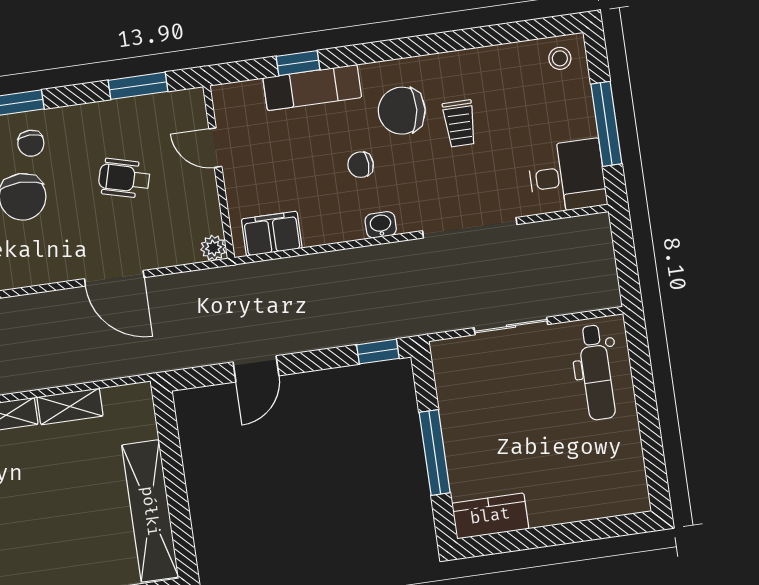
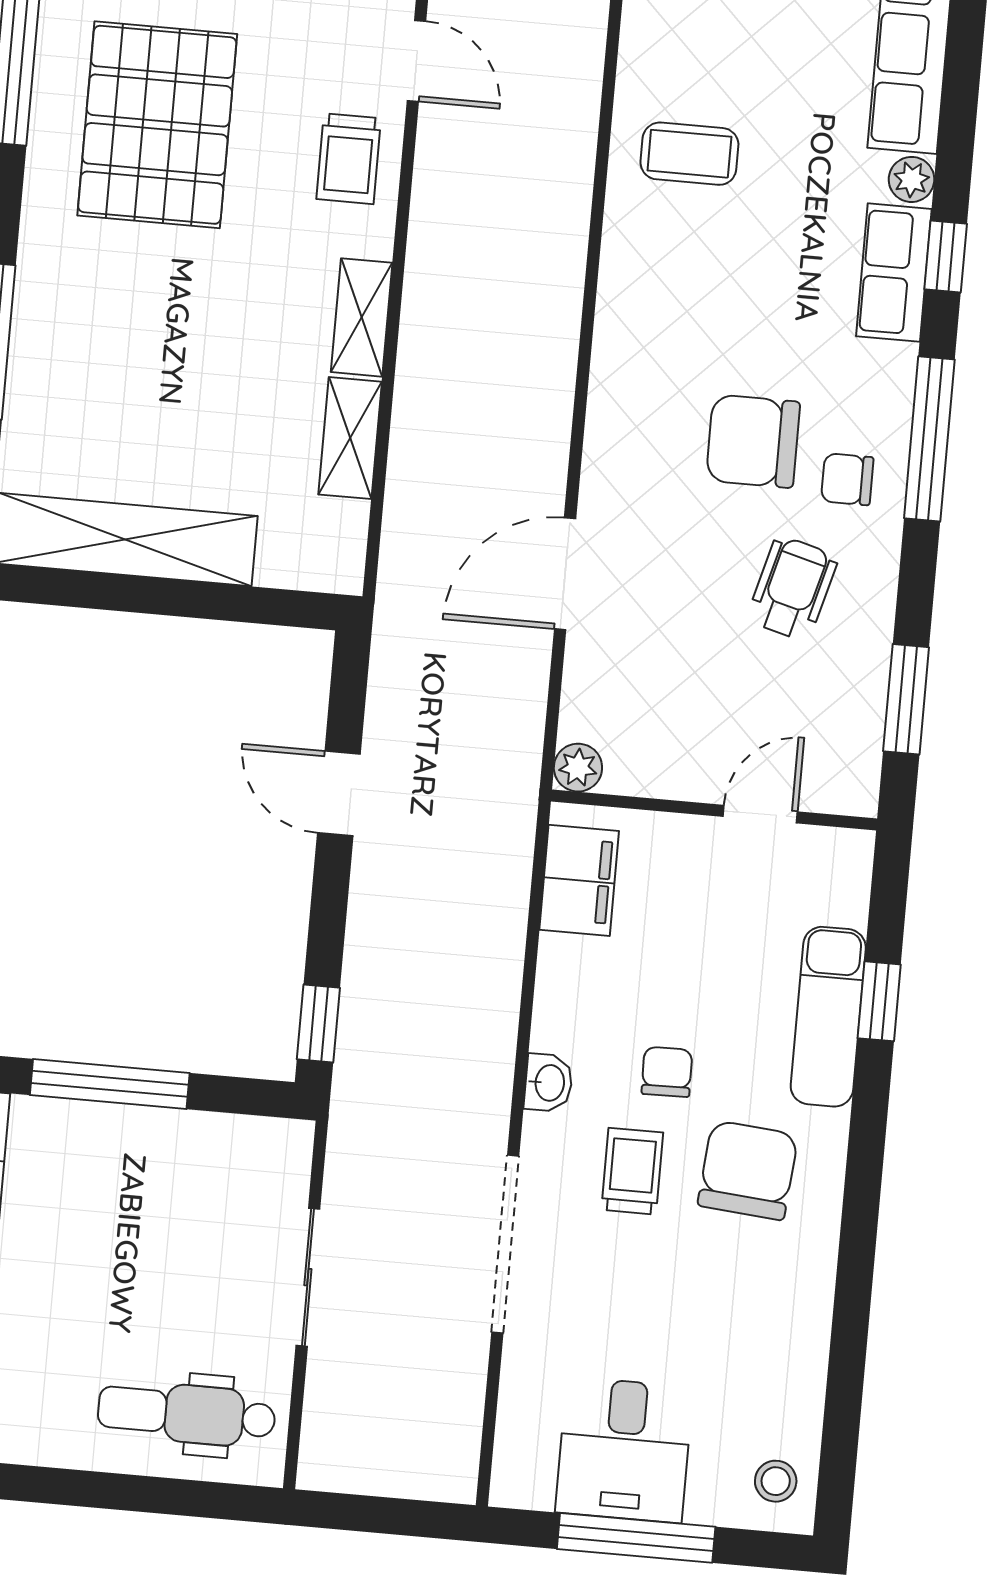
trolley: (460, 123) -> (632, 1171), moved, turned 90
desk: (567, 176) -> (624, 1450), moved
wheelchair: (124, 178) -> (792, 588), moved

